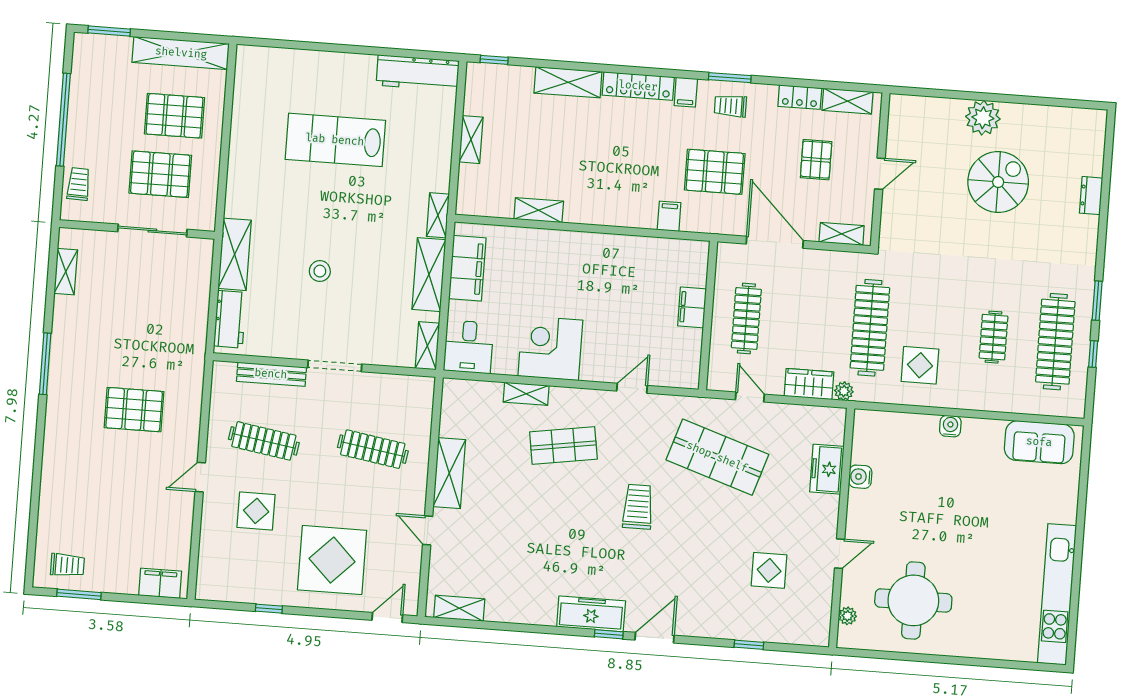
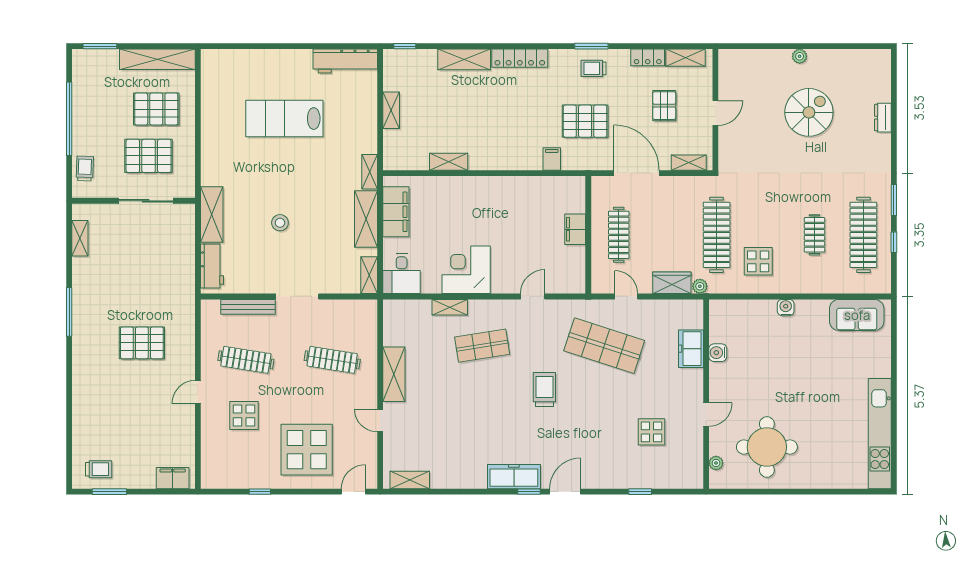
filing cabinet: (686, 92) -> (558, 60), removed
plant: (983, 118) -> (800, 56), width x0.53, depth x0.53

